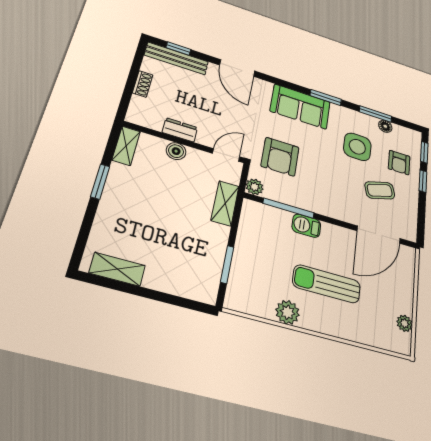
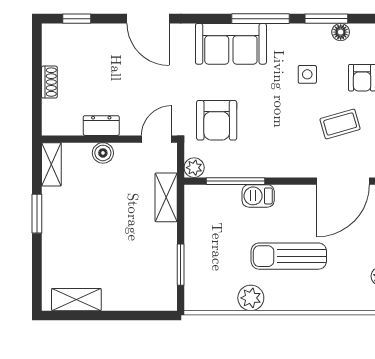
bench: (176, 58) -> (77, 33), removed
window: (326, 97) -> (261, 19), width x1.44
side table: (357, 147) -> (307, 74), width x0.54, depth x0.54

